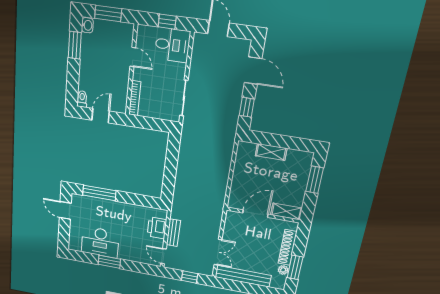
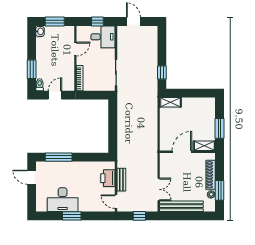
window: (75, 45) -> (32, 69), moved
door: (133, 57) -> (75, 49), hinge flipped
door: (253, 71) -> (162, 46), removed
shelving: (271, 152) -> (170, 102), moved
window: (315, 180) -> (220, 128), moved

